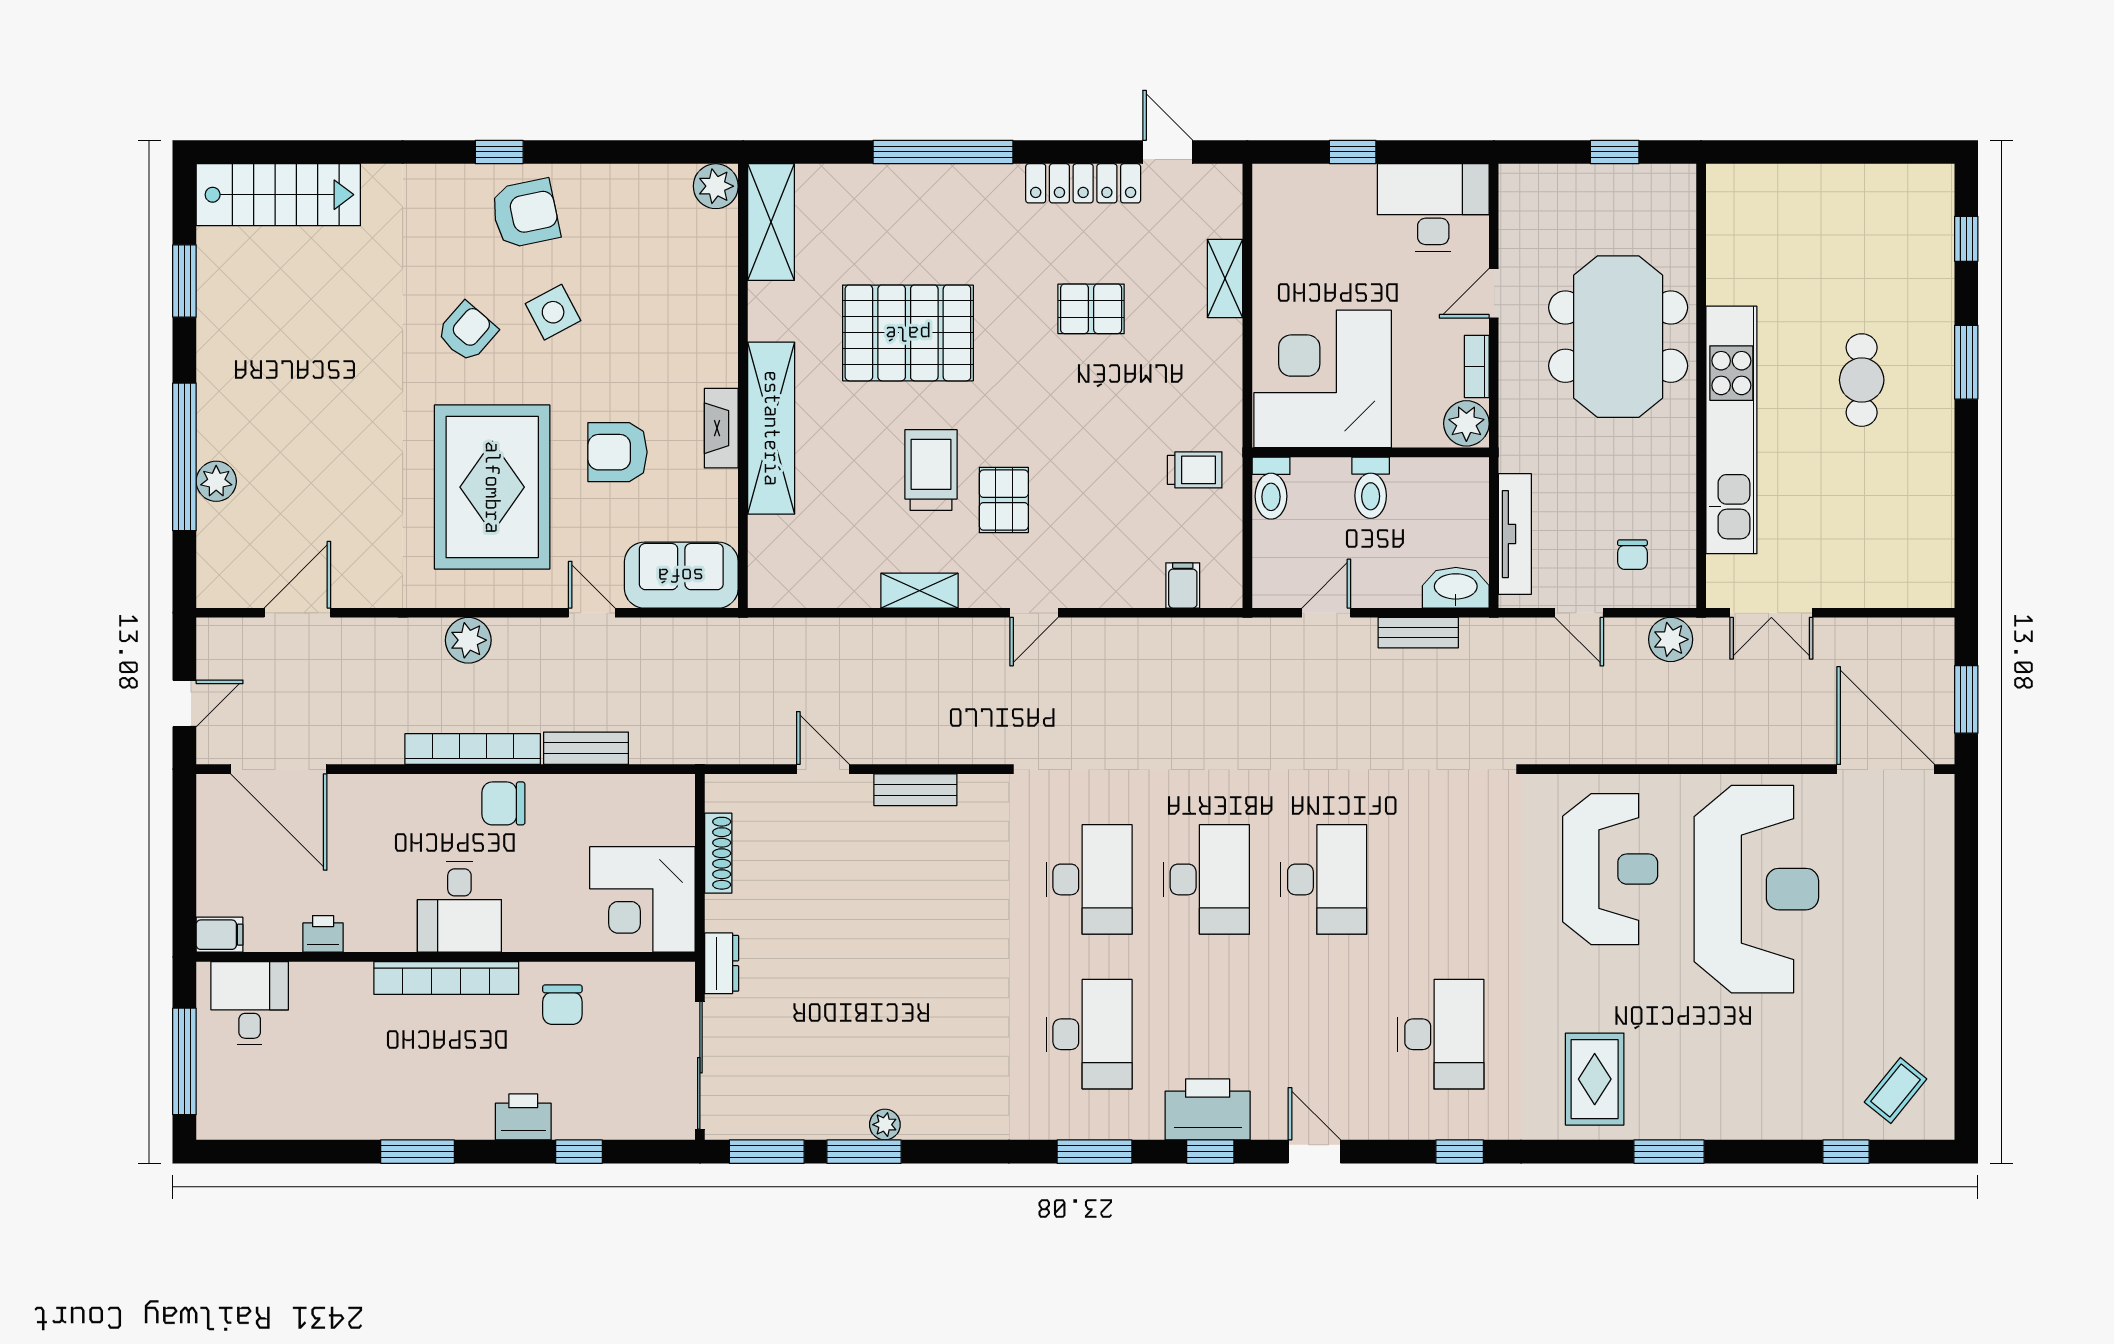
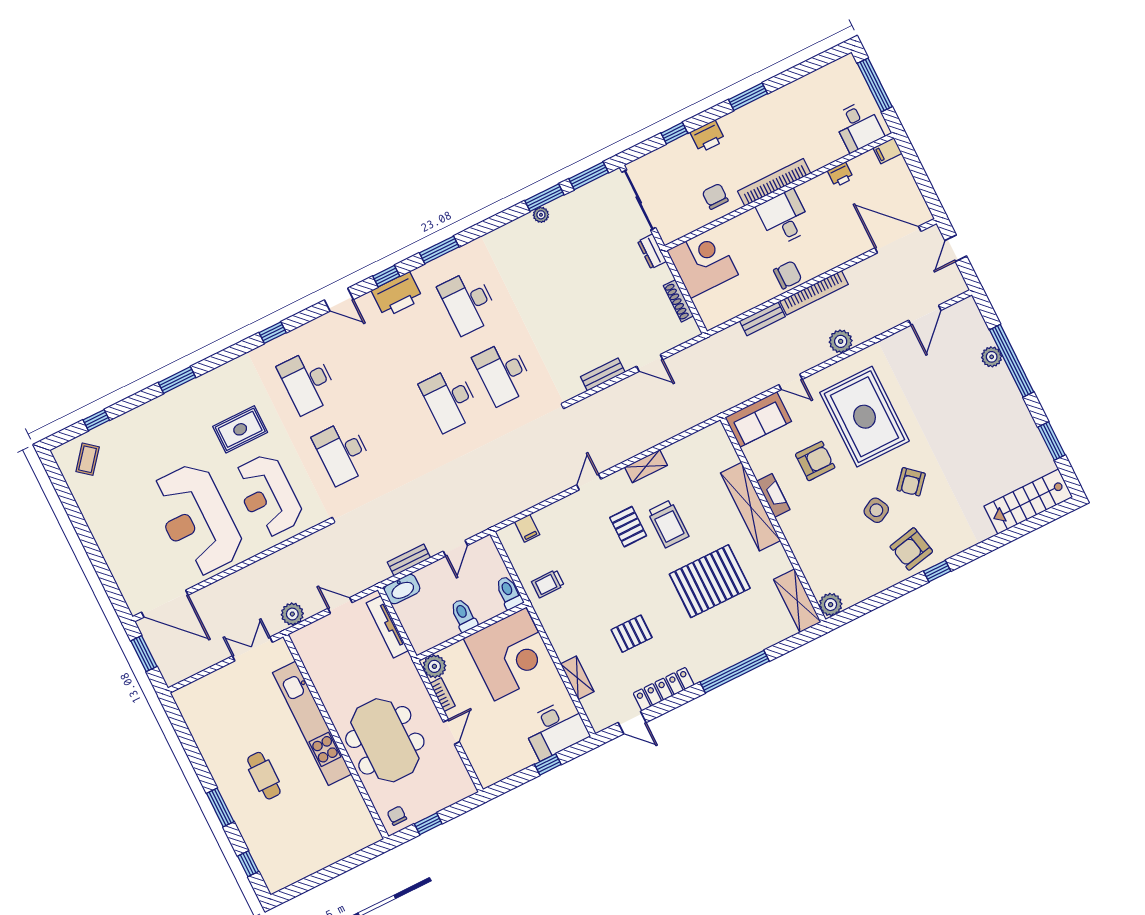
desk: (1433, 208) -> (556, 729), moved
chair: (1632, 555) -> (397, 816), moved
desk: (1324, 879) -> (343, 453), moved
rug: (1595, 1079) -> (240, 429), moved, turned 90

